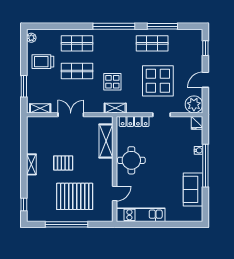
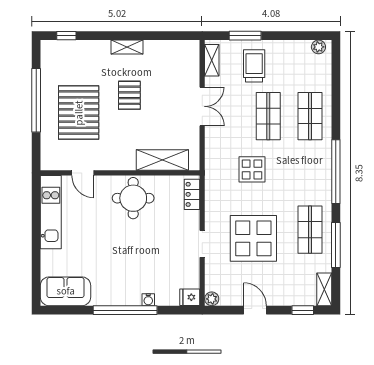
trolley: (43, 62) -> (254, 66), moved
plant: (194, 104) -> (212, 299), width x0.53, depth x0.53
shelving: (115, 108) -> (324, 289), moved
locker: (134, 121) -> (192, 194), width x0.66
sofa: (193, 189) -> (66, 291), moved

